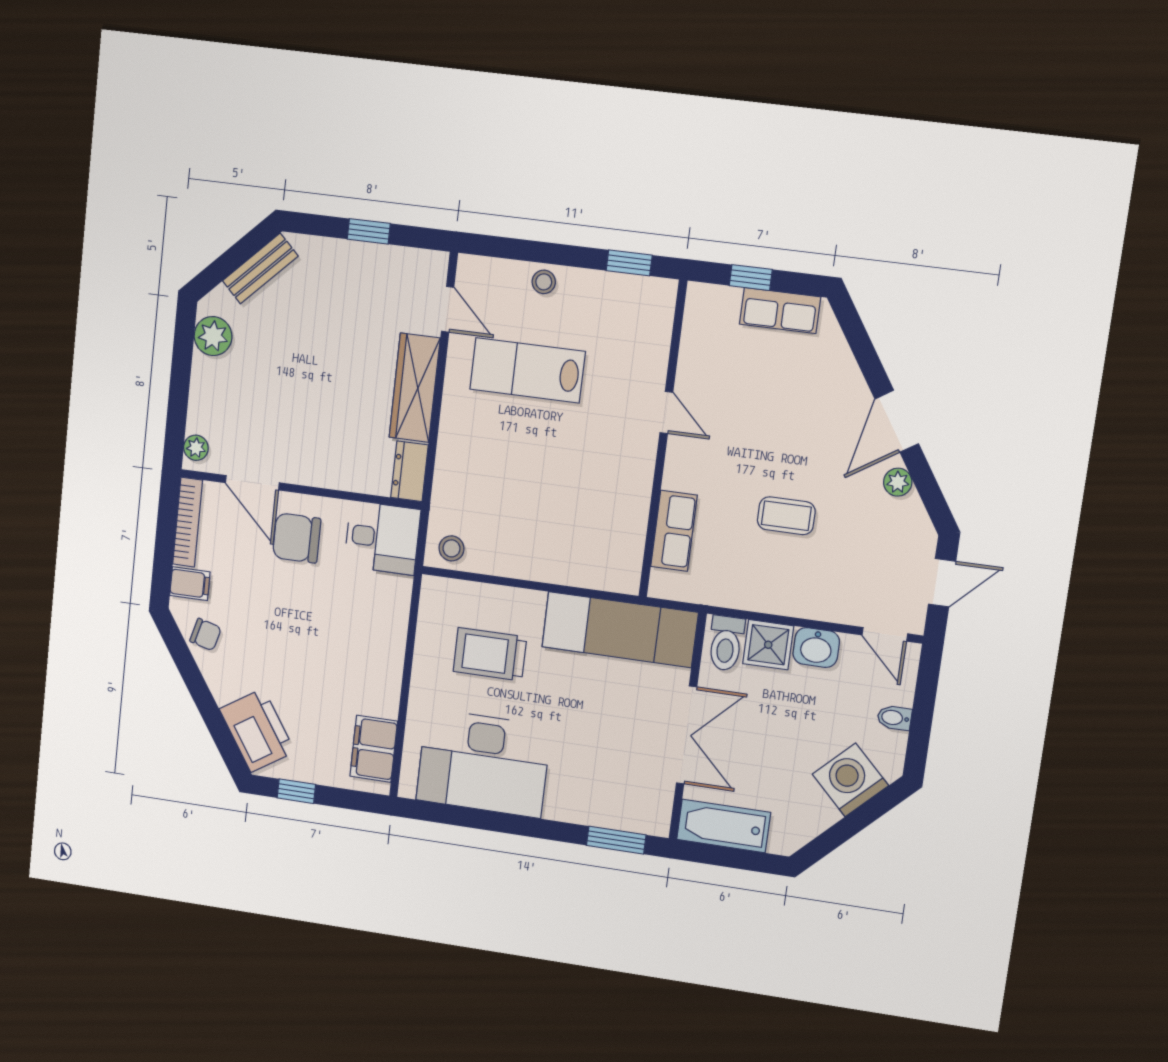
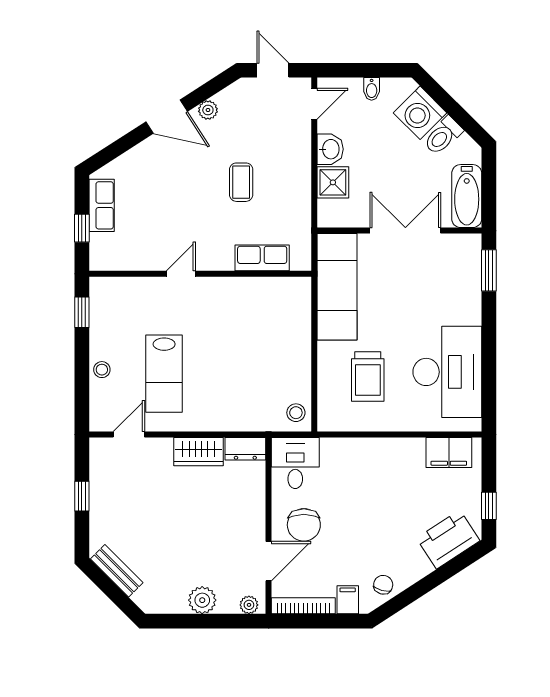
plant: (213, 336) -> (202, 600), moved
wardrobe: (415, 388) -> (199, 452), width x0.67
toilet: (726, 643) -> (443, 136), moved, turned 135

